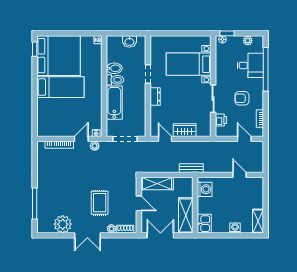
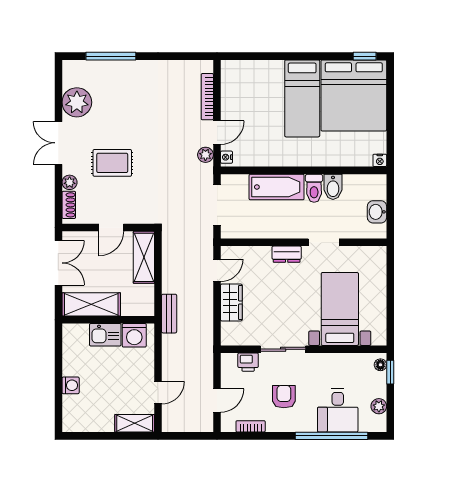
door: (81, 139) -> (217, 133), hinge flipped
shelving: (258, 221) -> (135, 423), moved
kitchen sink: (204, 224) -> (105, 335), moved

